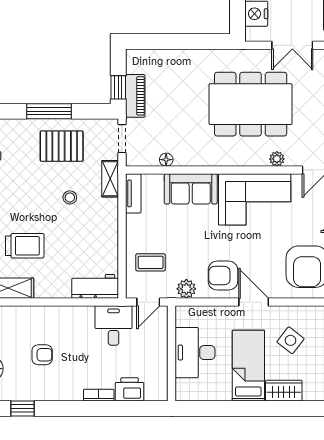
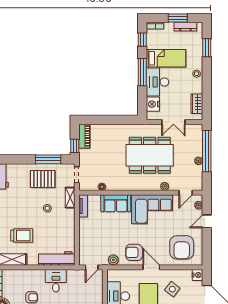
piano: (135, 96) -> (84, 136), moved
window: (49, 111) -> (48, 159), moved
coffee table: (151, 262) -> (93, 245), removed
workbench: (95, 286) -> (57, 259), width x1.38
desk: (114, 326) -> (56, 281), moved

